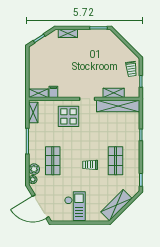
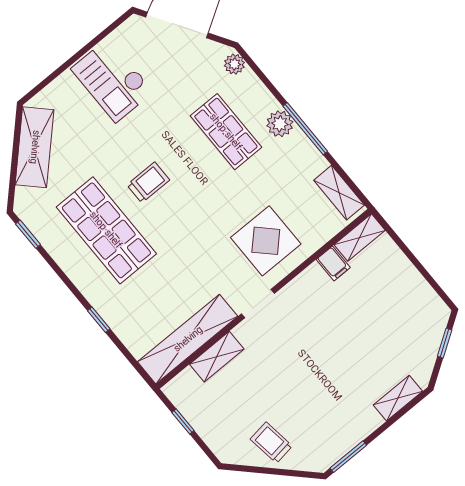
trolley: (131, 69) -> (271, 443), moved
shop shelf: (115, 161) -> (106, 230), width x1.43, depth x1.36
plant: (34, 169) -> (280, 124), moved

